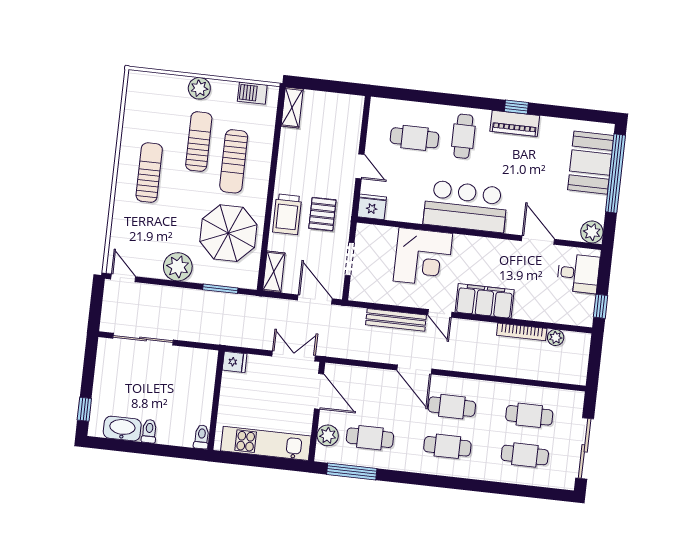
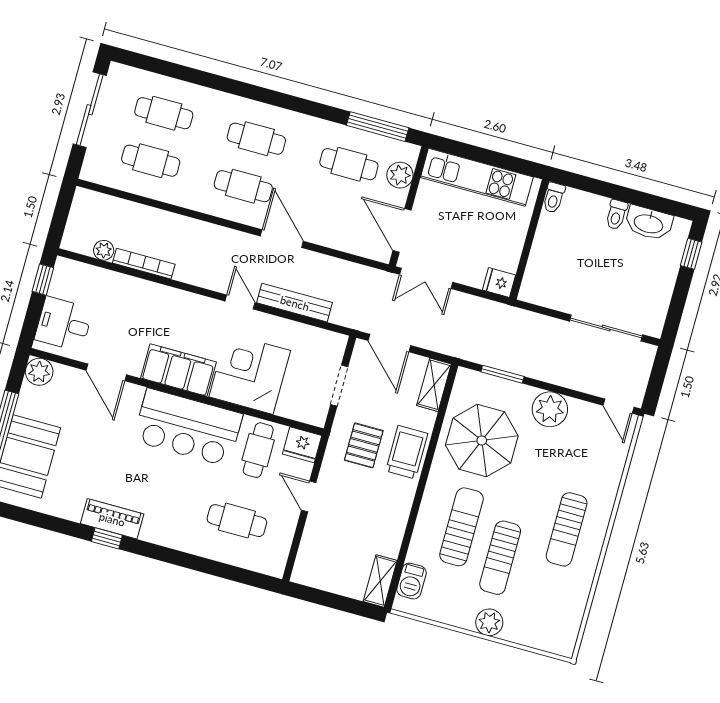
barbecue: (252, 93) -> (412, 581), moved, turned 90
cafe table: (463, 136) -> (258, 450), moved
filing cabinet: (485, 301) -> (179, 370), moved, turned 180

